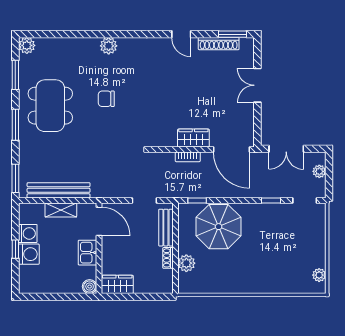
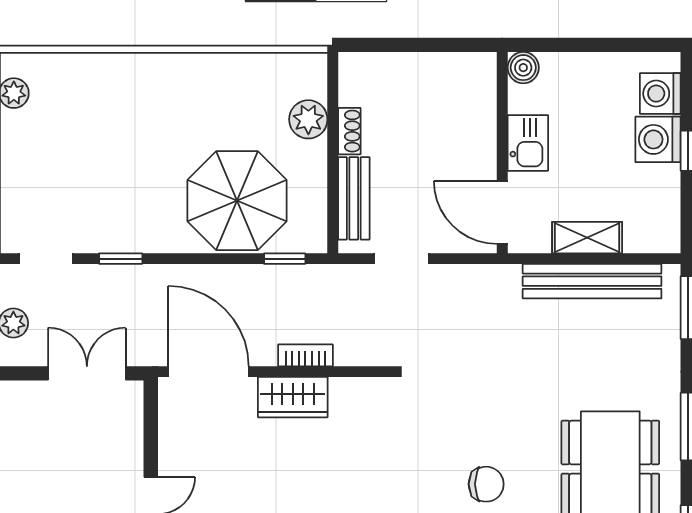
washing machine: (28, 233) -> (660, 94), moved
wardrobe: (117, 284) -> (462, 72), removed

